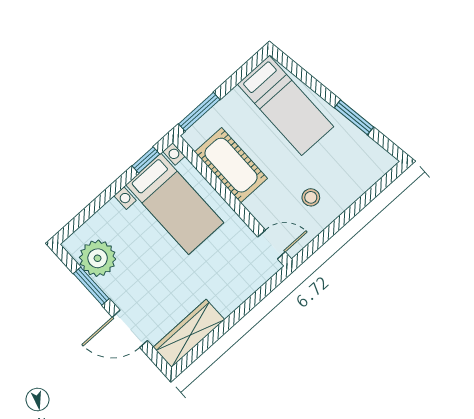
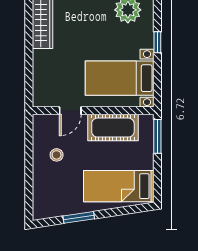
window: (146, 160) -> (157, 42), moved
door: (271, 244) -> (70, 111), moved

